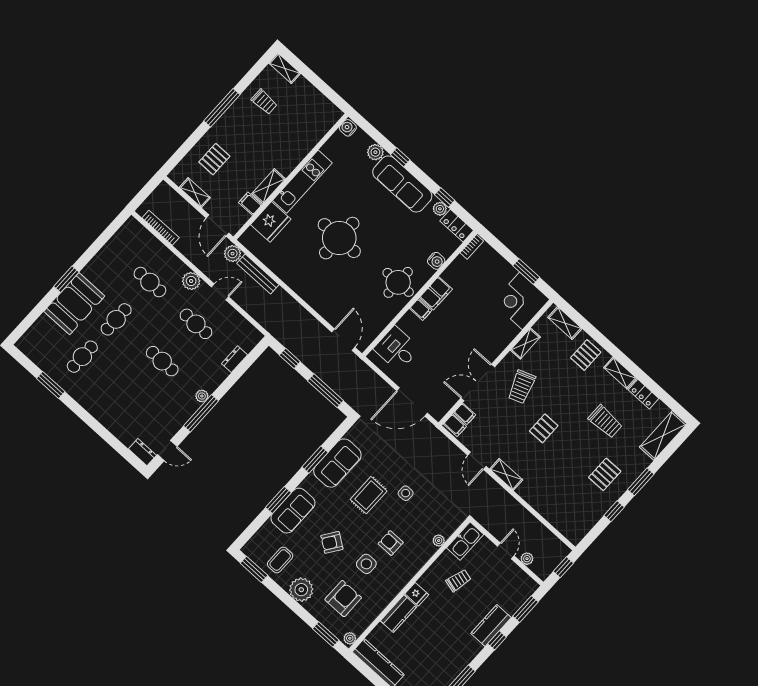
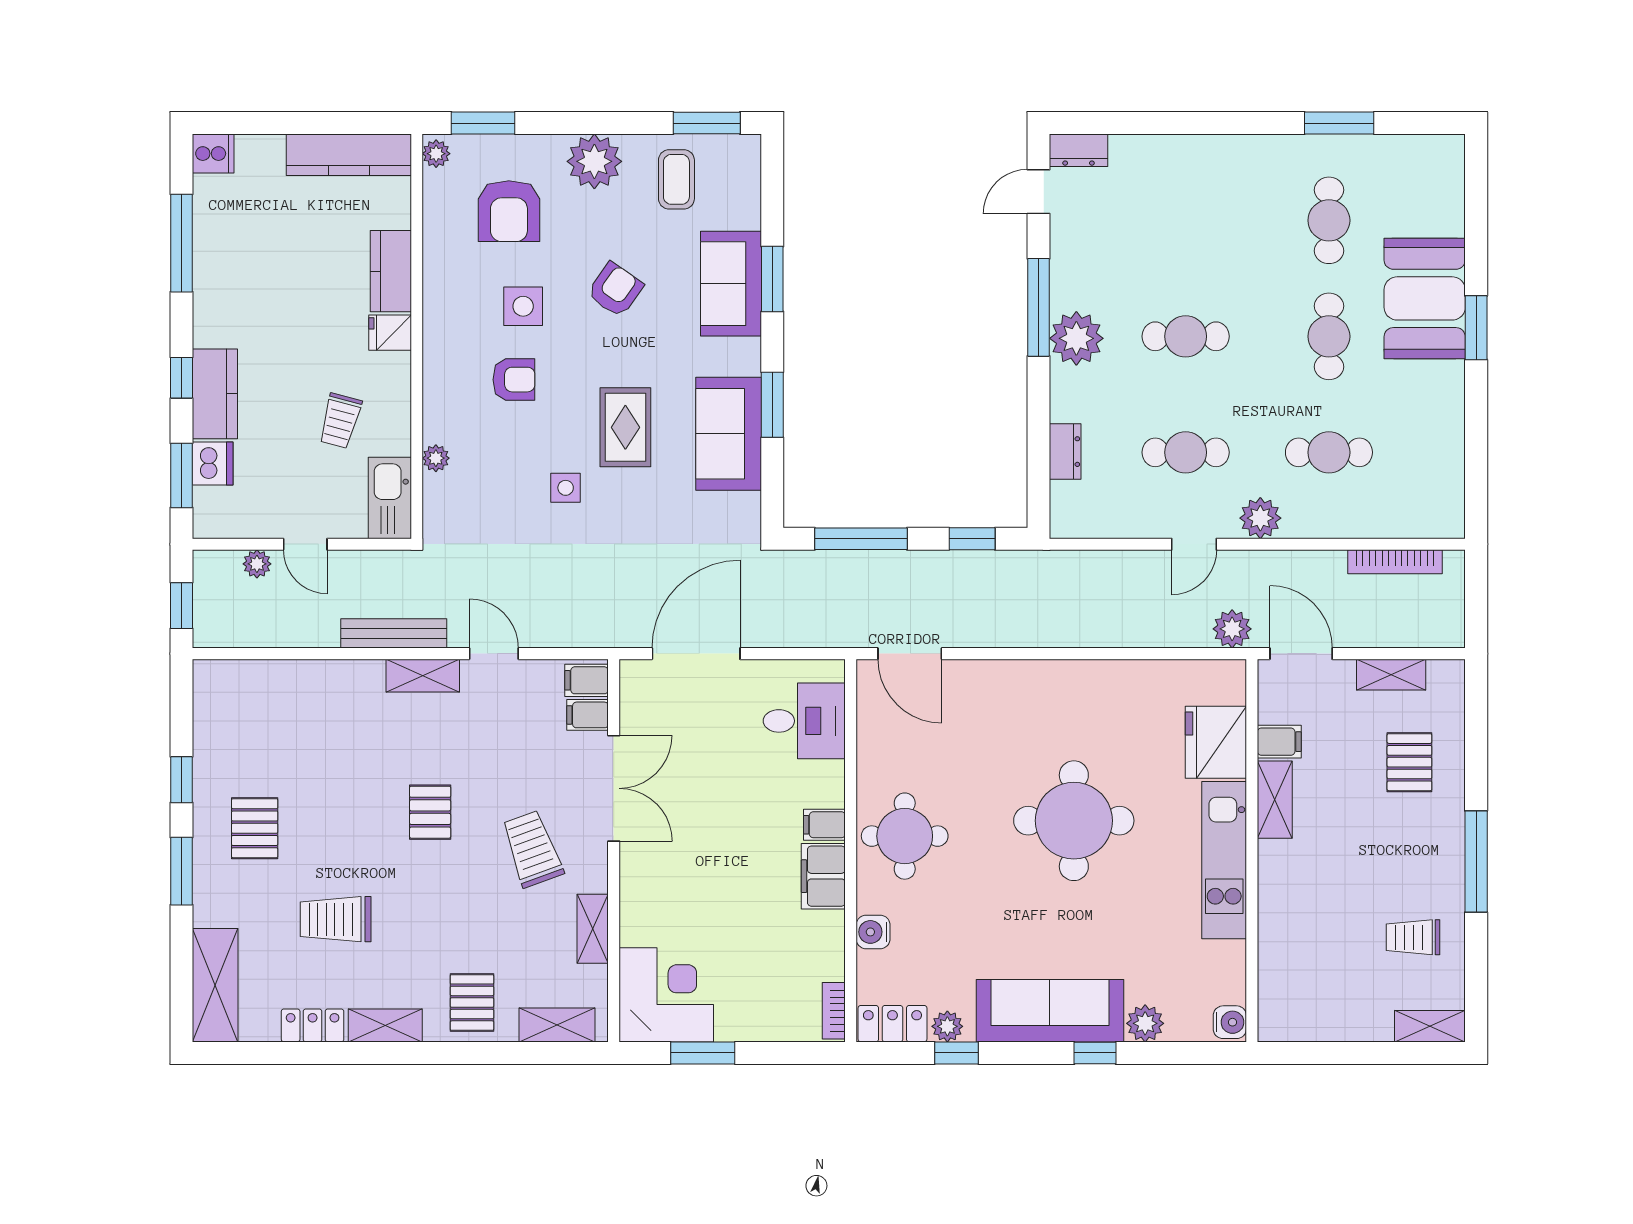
bench: (258, 274) -> (394, 633), moved
plant: (202, 396) -> (1076, 338), width x1.88, depth x1.88
dishwasher: (512, 604) -> (213, 464), added

